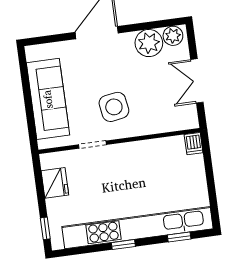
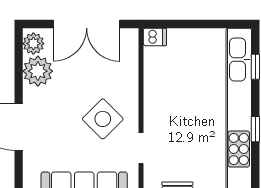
double door: (197, 81) -> (87, 24), width x1.37
side table: (114, 107) -> (103, 119), turned -36

